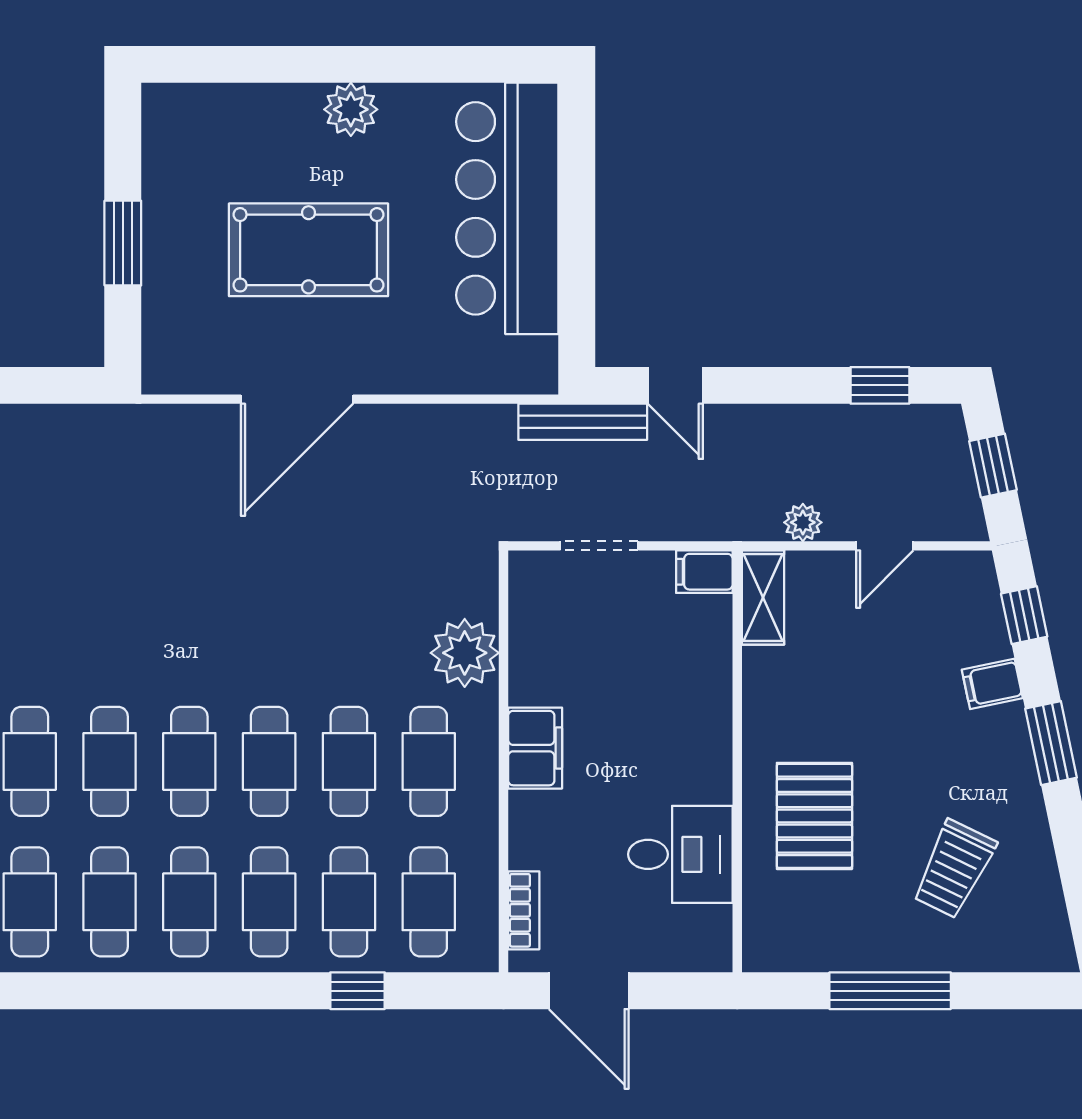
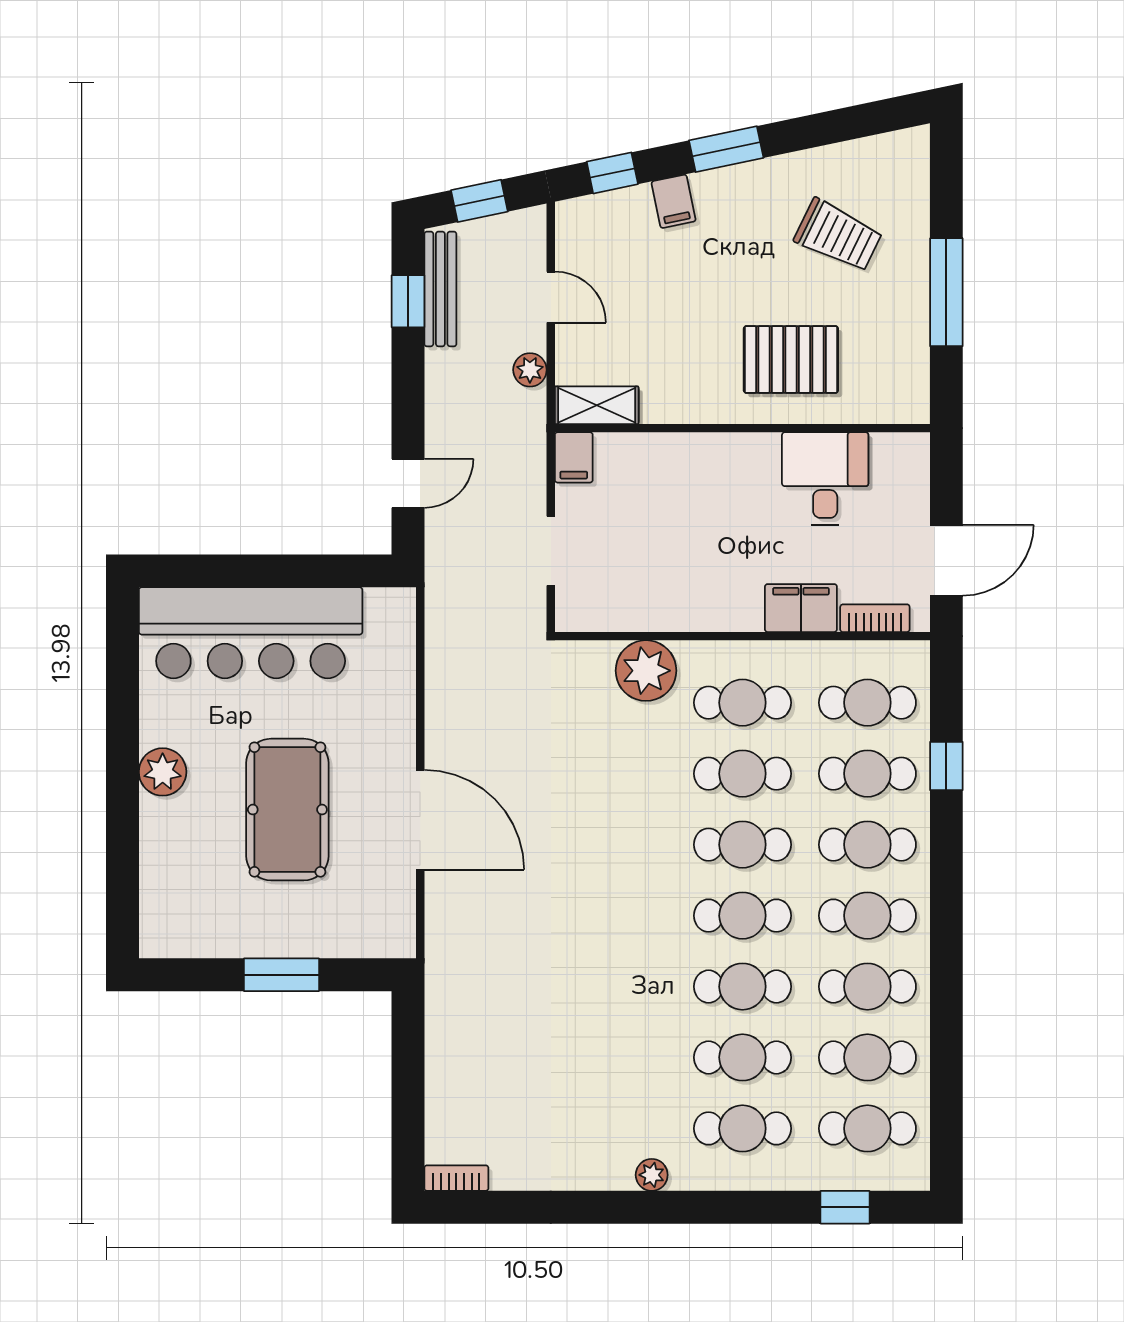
bench: (583, 422) -> (440, 289), moved
filing cabinet: (535, 748) -> (801, 608), moved

